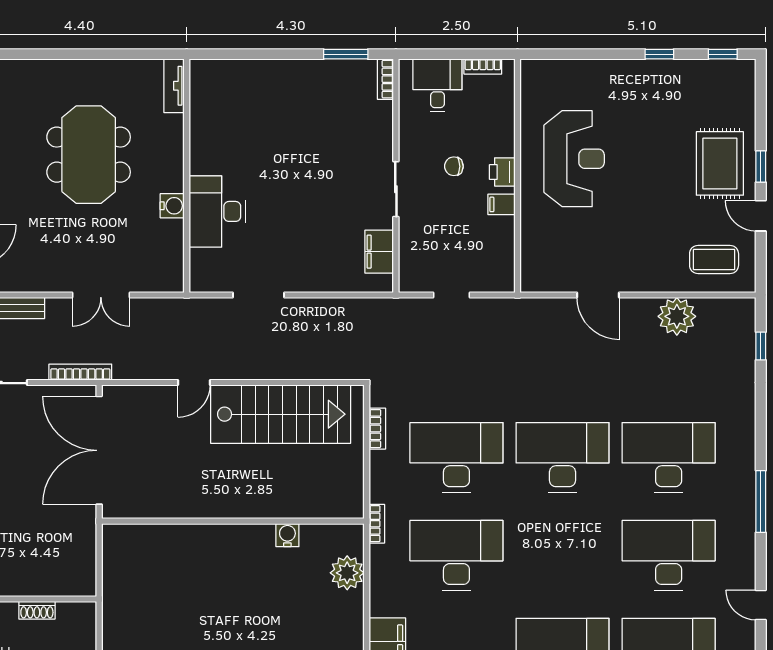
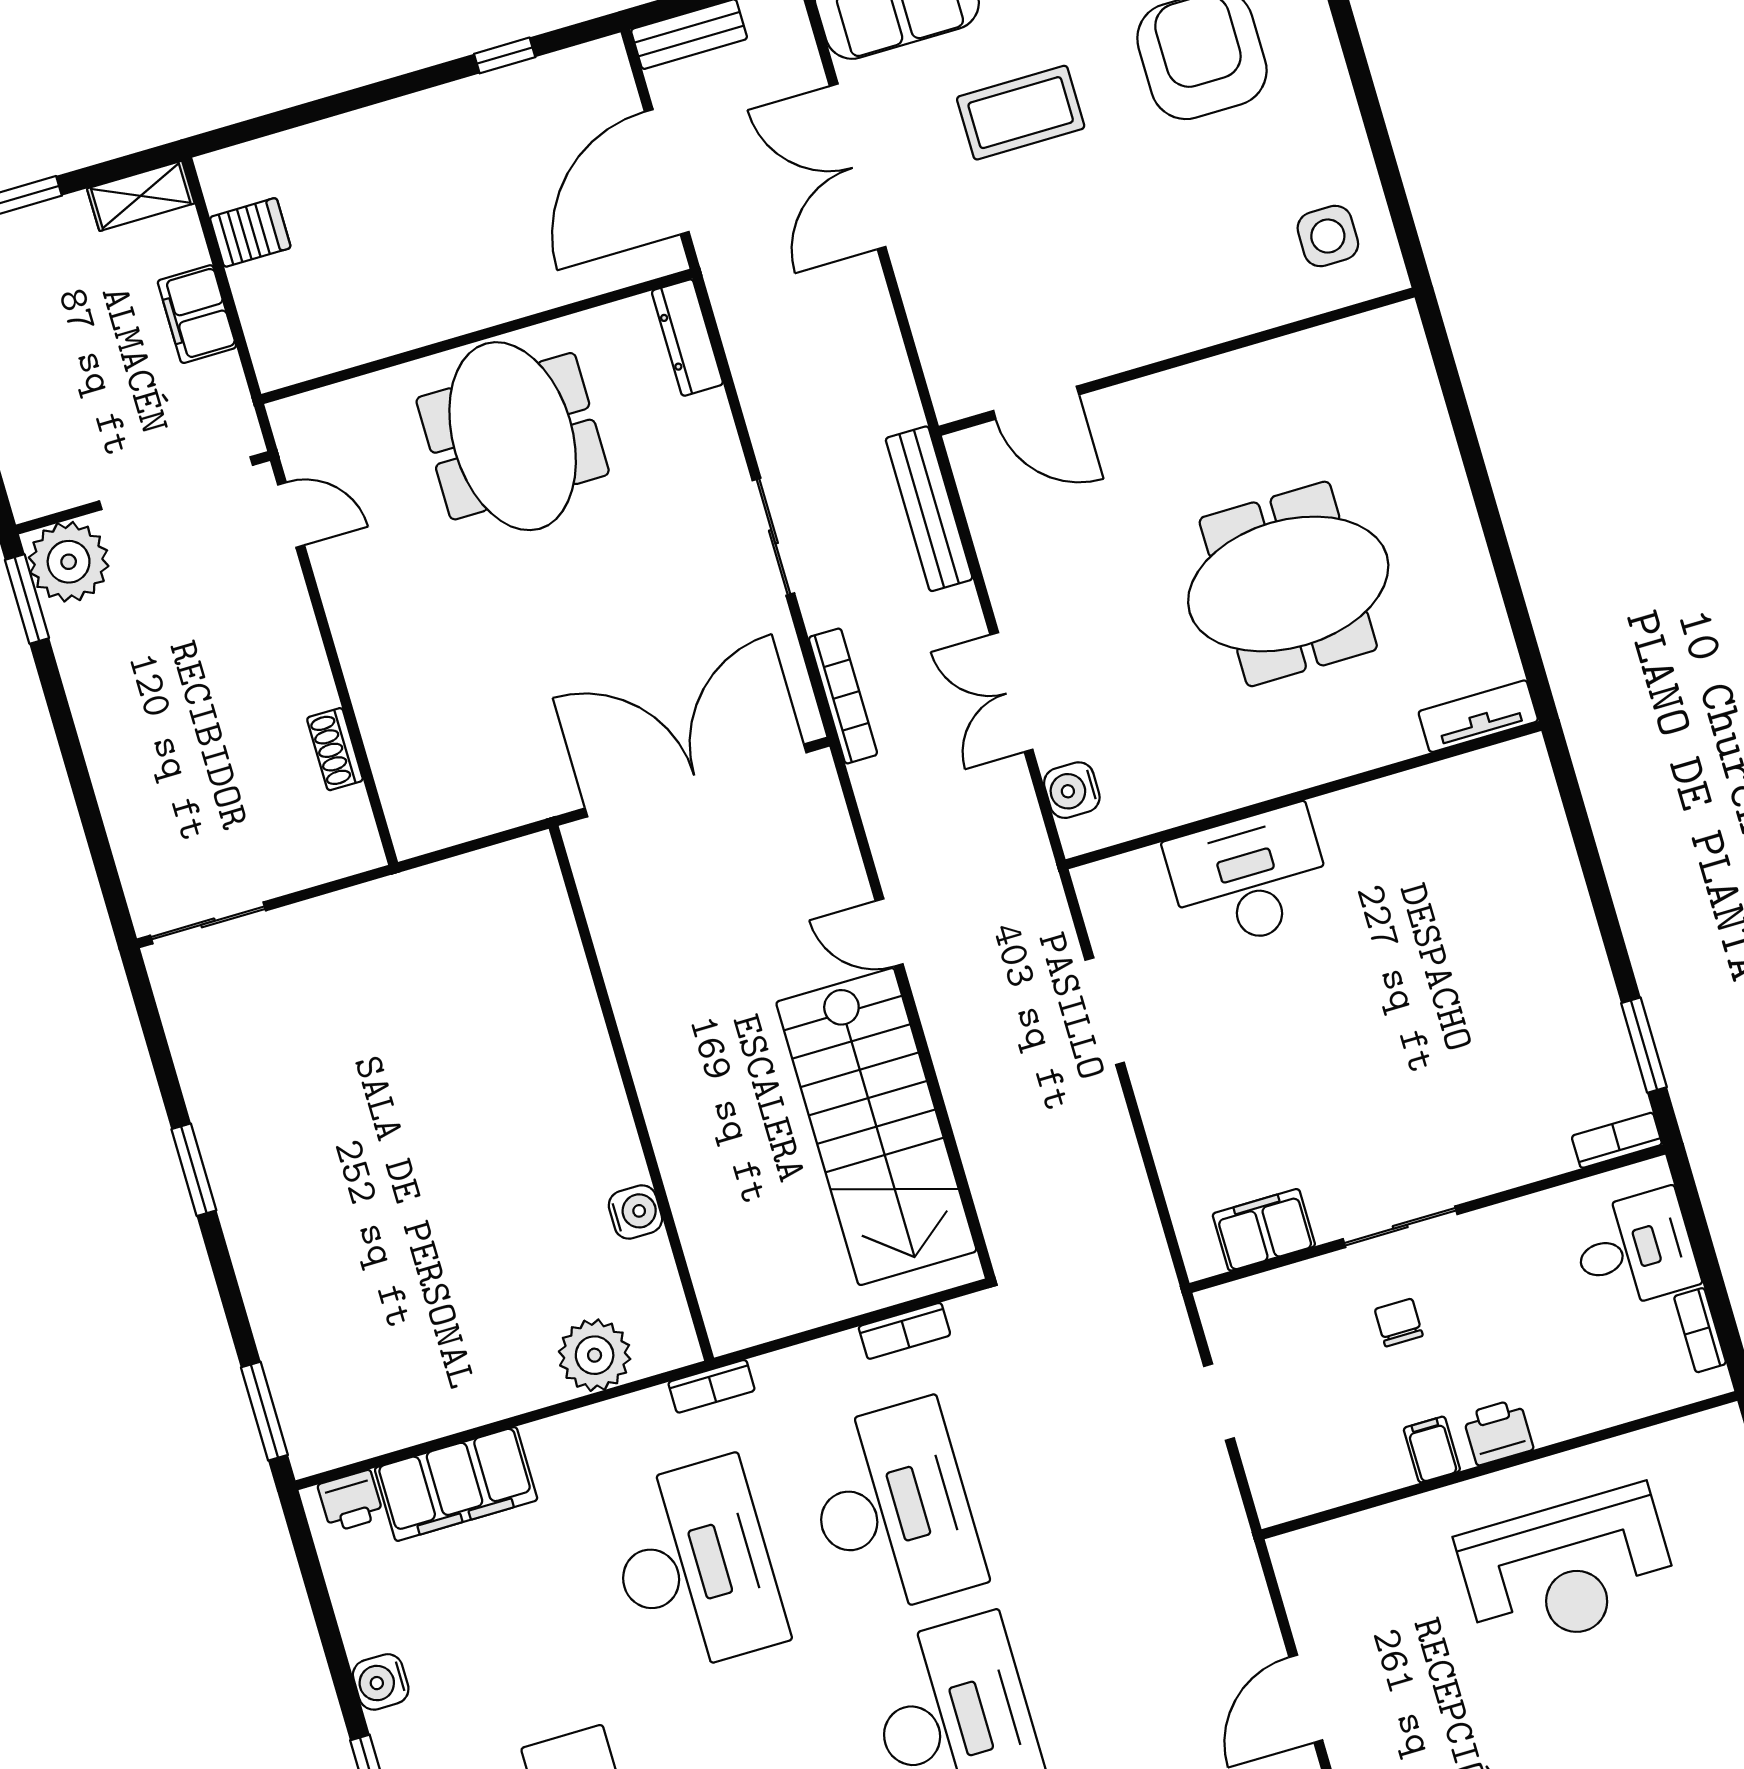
chair: (454, 166) -> (1399, 1322), moved
water cooler: (172, 206) -> (1072, 790), moved, turned 90

